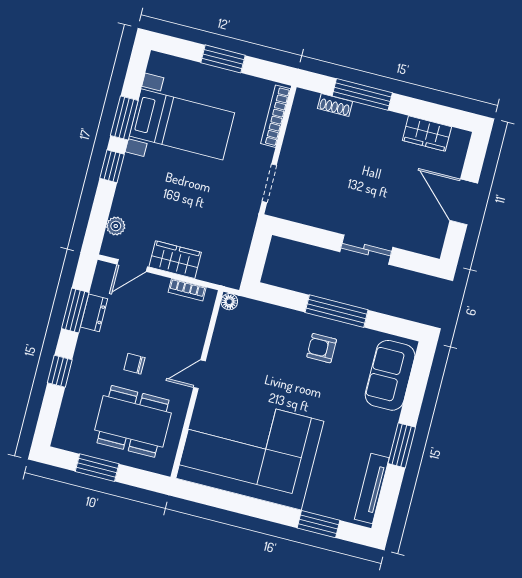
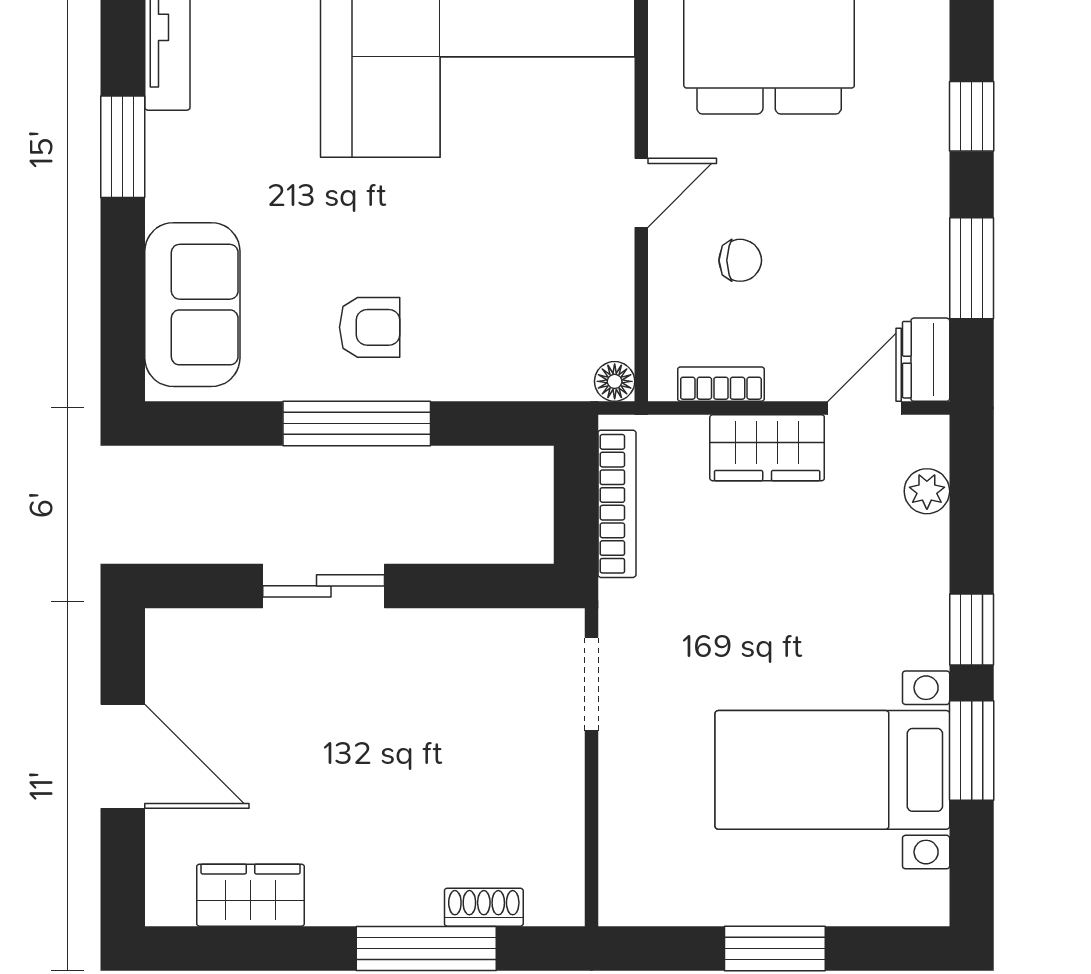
bookcase: (276, 116) -> (617, 504), moved
dresser: (94, 313) -> (926, 360), moved
chair: (134, 364) -> (740, 260), moved

